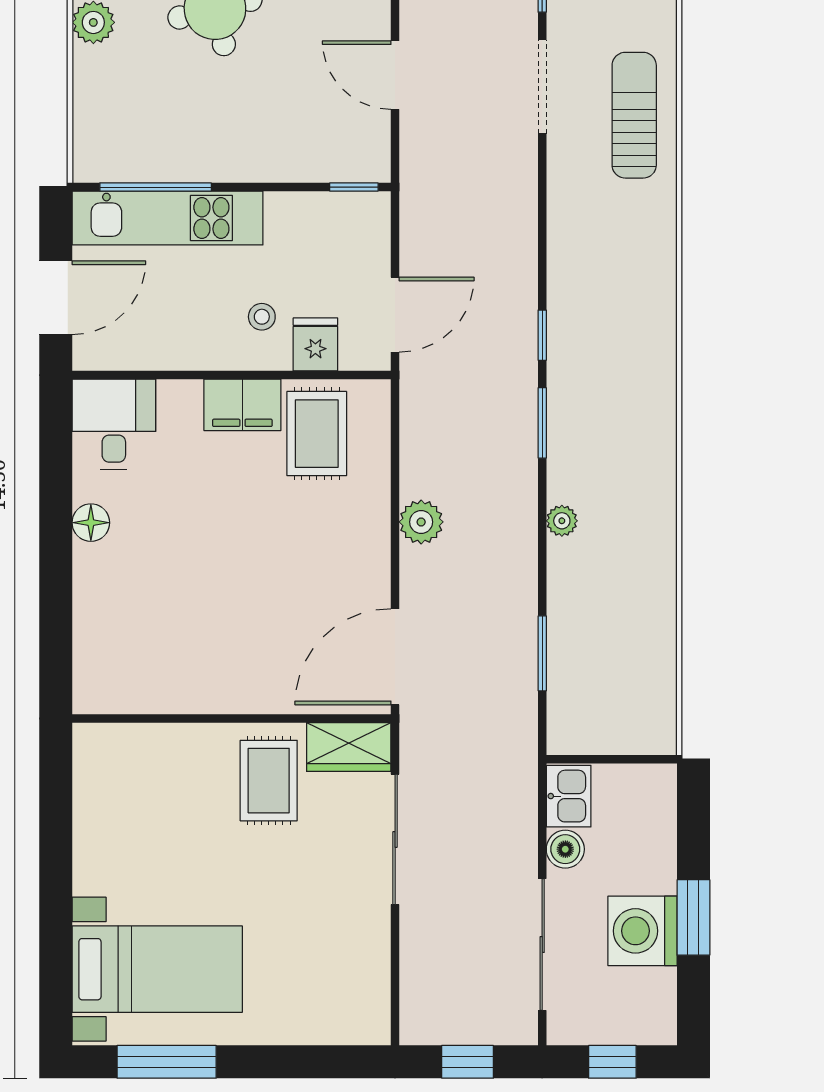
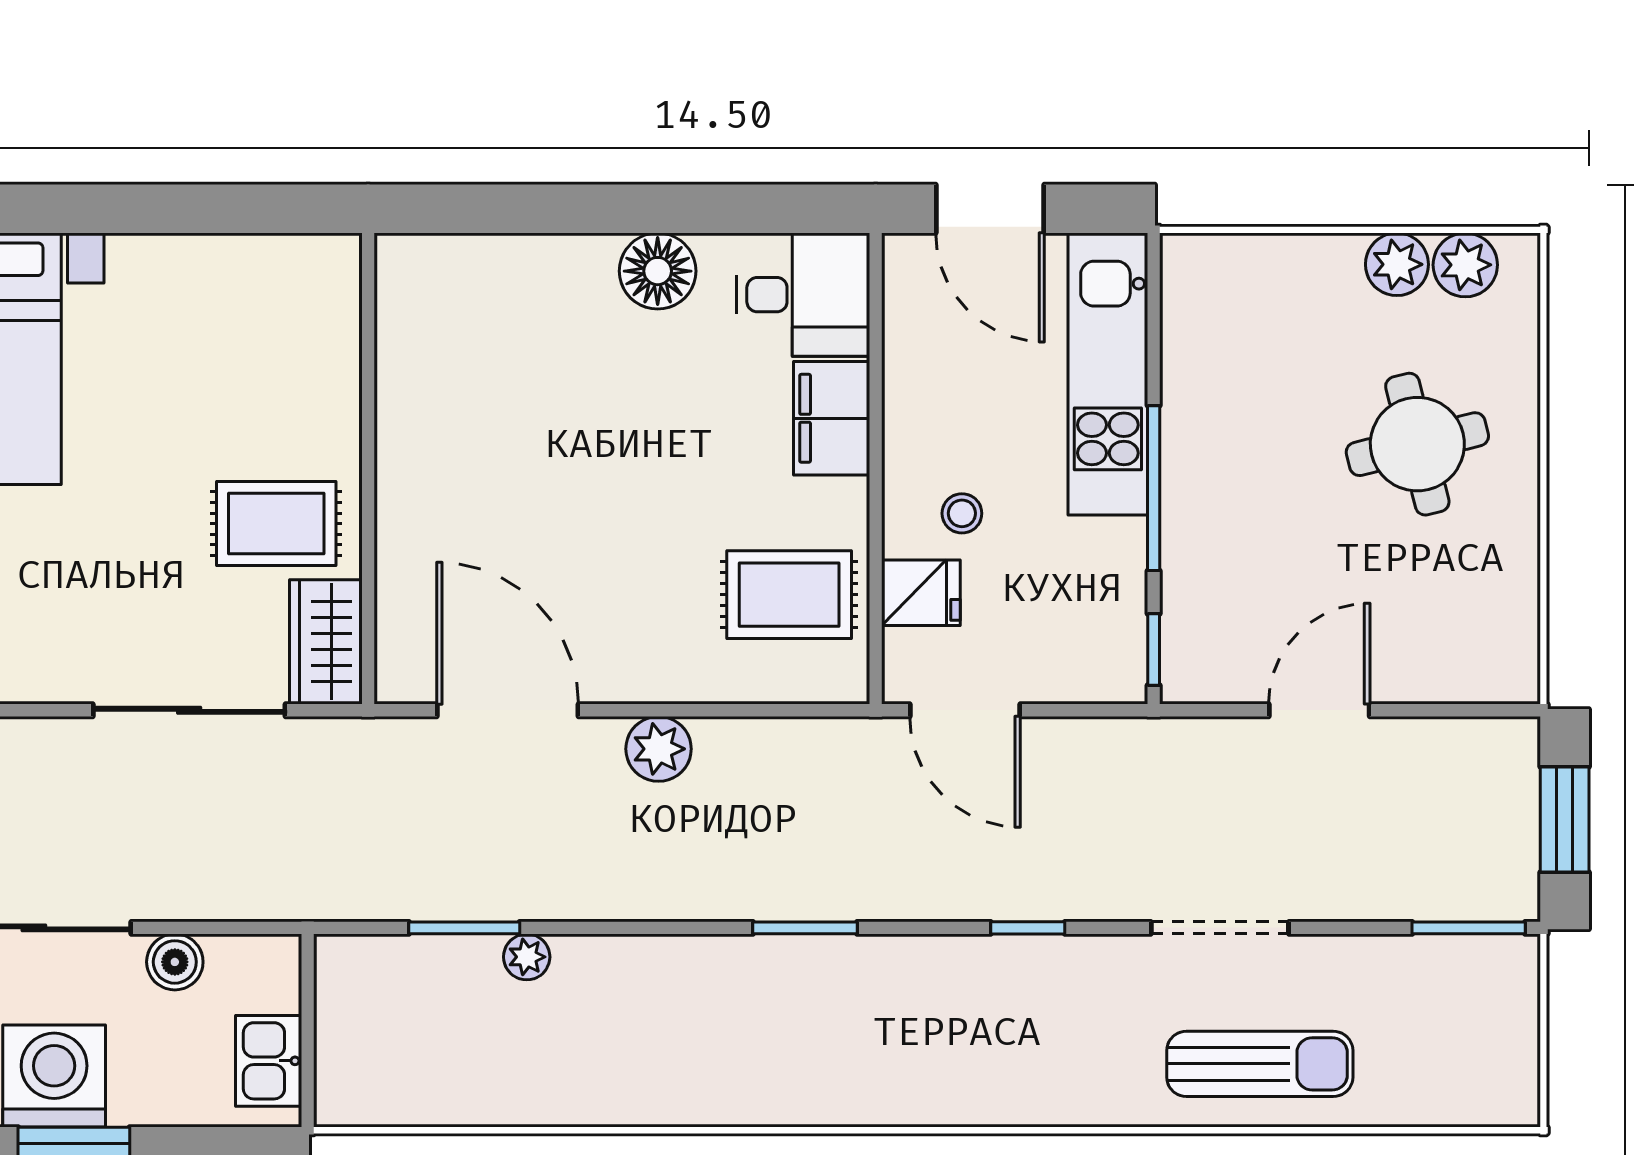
doorway: (542, 87) -> (1220, 928), moved
window: (156, 187) -> (1154, 488), moved
window: (542, 335) -> (1028, 928), moved
filing cabinet: (242, 405) -> (832, 418), moved
plant: (562, 521) -> (527, 957), moved
floor lamp: (91, 523) -> (658, 271), width x1.38, depth x1.38
door: (395, 657) -> (508, 710), moved
kitchen sink: (569, 796) -> (269, 1061), moved, turned 90

